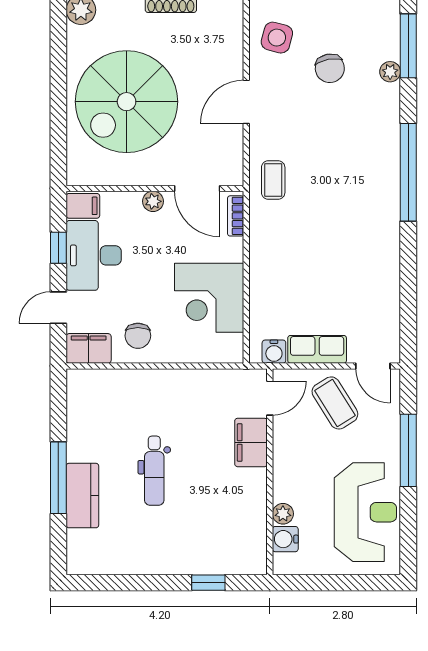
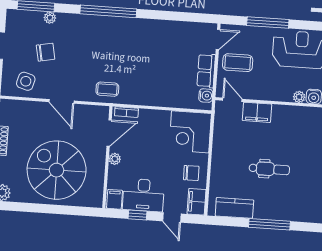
spiral stairs: (127, 102) -> (57, 170), turned 180
corner desk: (209, 298) -> (190, 132), moved, turned 90
coffee table: (335, 403) -> (238, 63), turned 32
kitchen counter: (82, 496) -> (234, 208), moved

